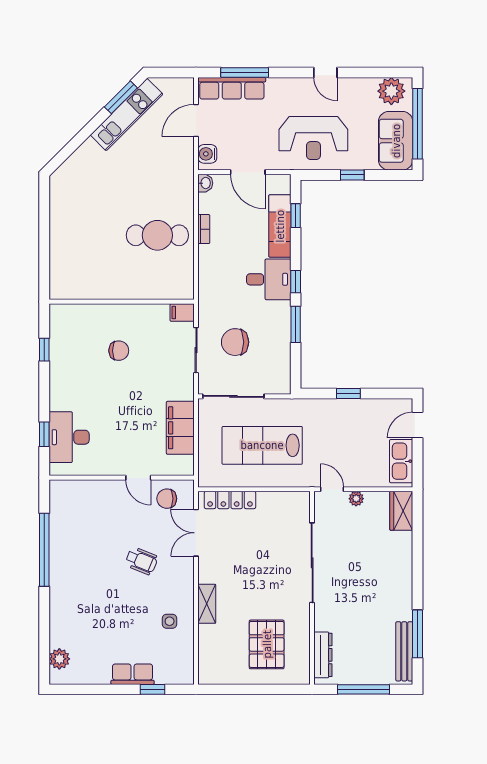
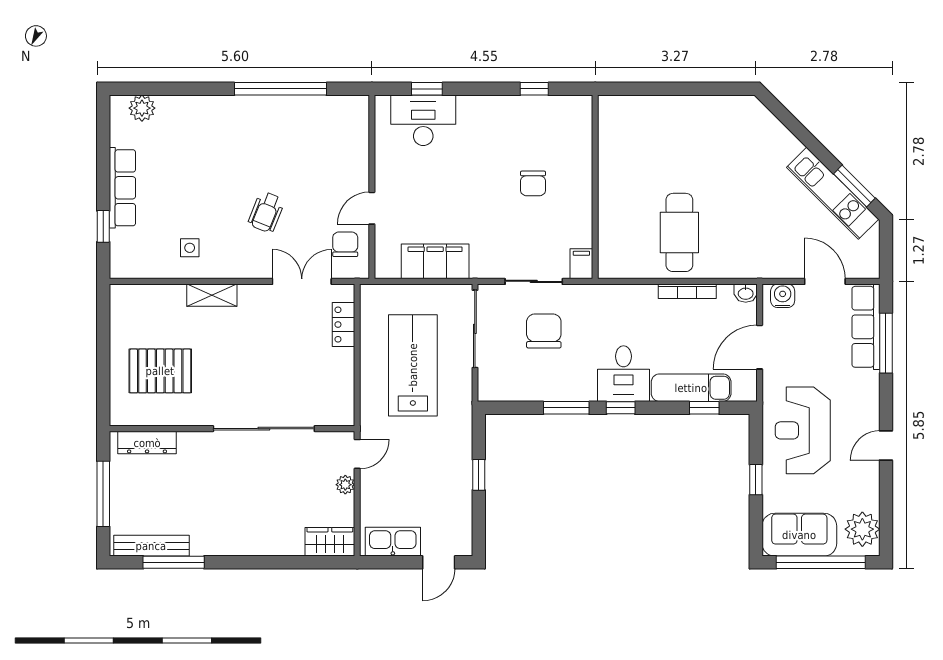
bookcase: (204, 229) -> (687, 291), width x1.56
door: (417, 425) -> (439, 562), swing flipped
locker: (230, 500) -> (344, 325), width x0.66
row of seats: (133, 674) -> (122, 188), width x1.48

